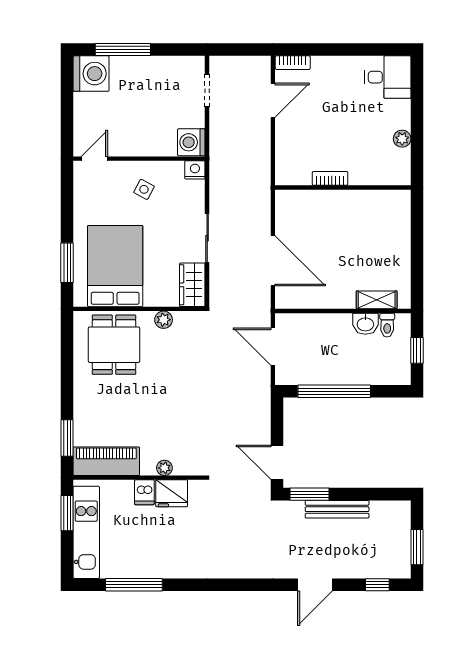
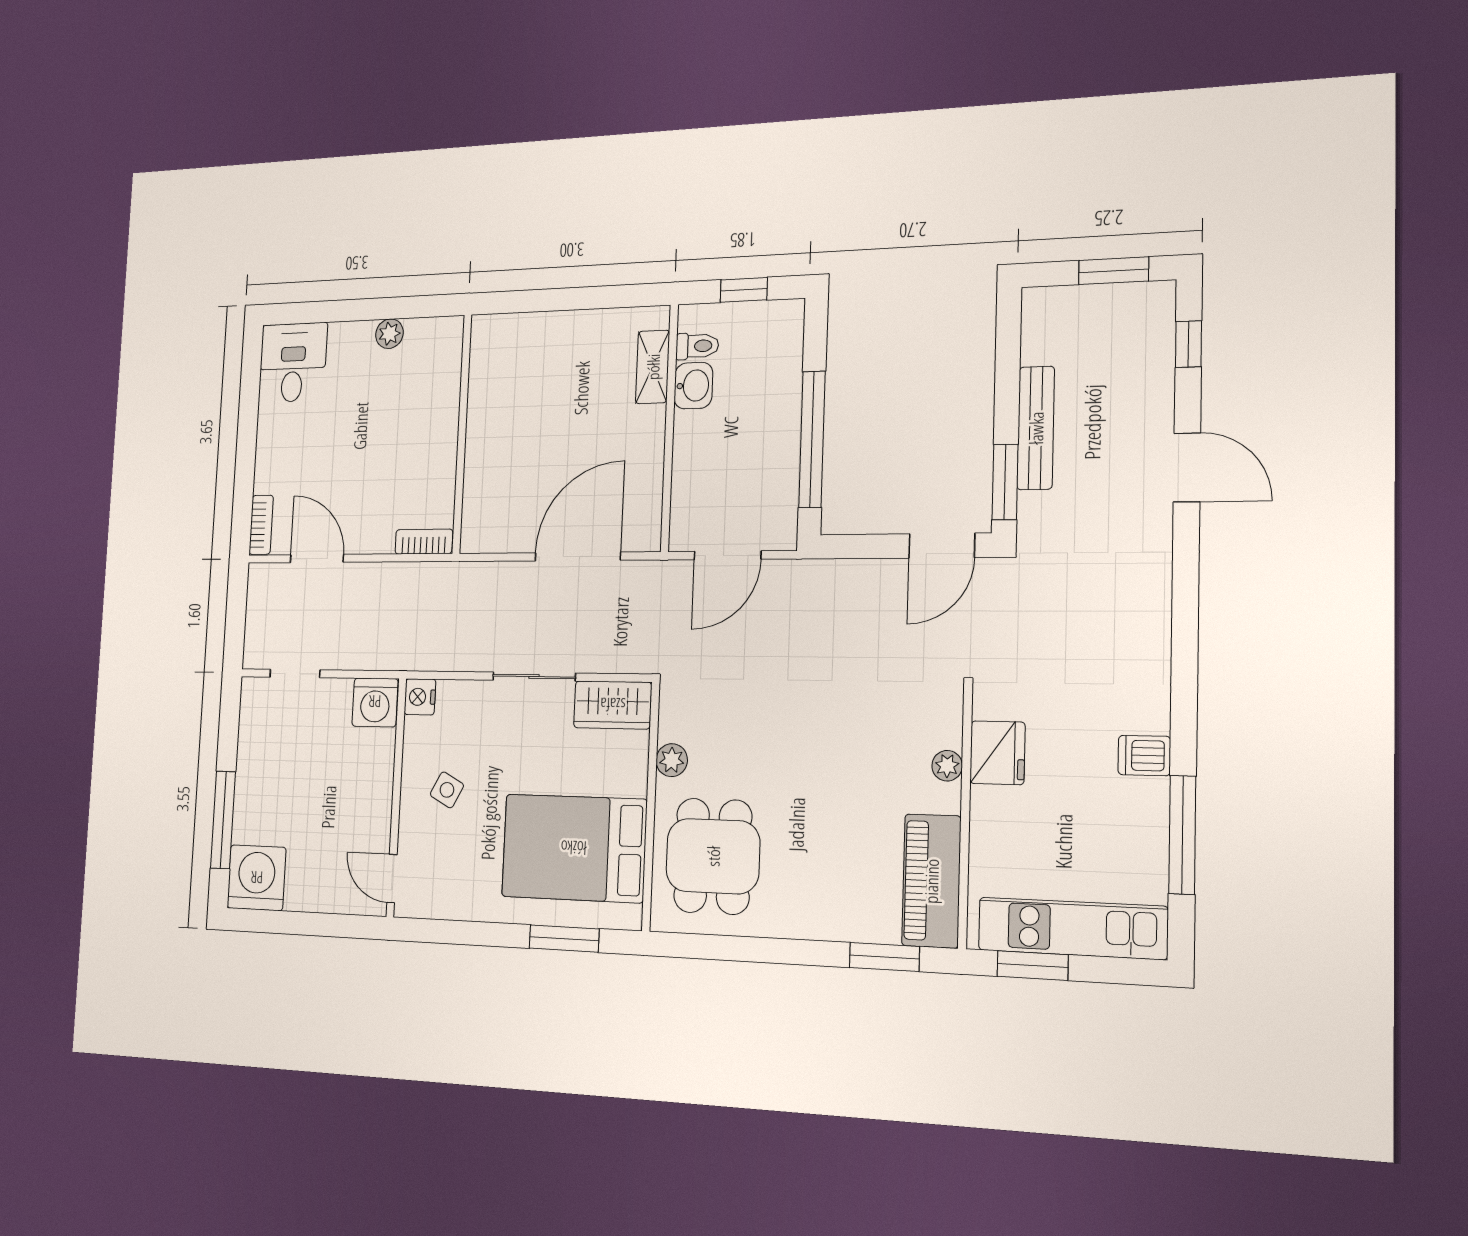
bookcase: (330, 178) -> (424, 542), moved, turned 90
dining table: (114, 345) -> (713, 856), turned 90
dishwasher: (144, 492) -> (1144, 756), moved, turned 180

